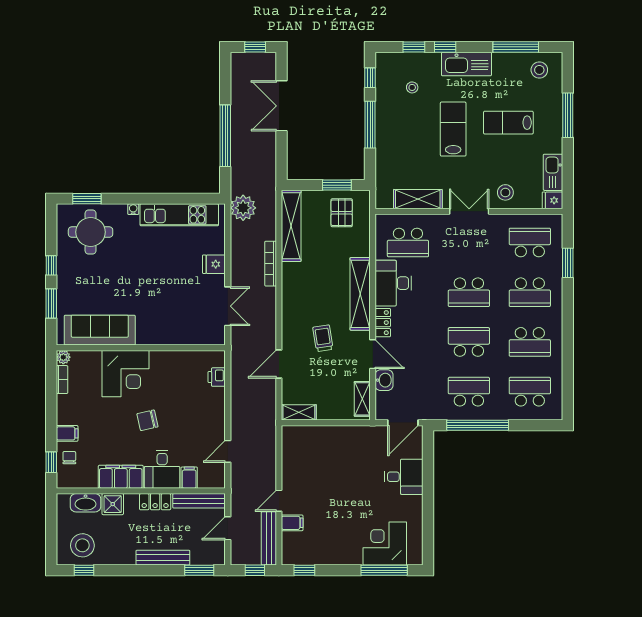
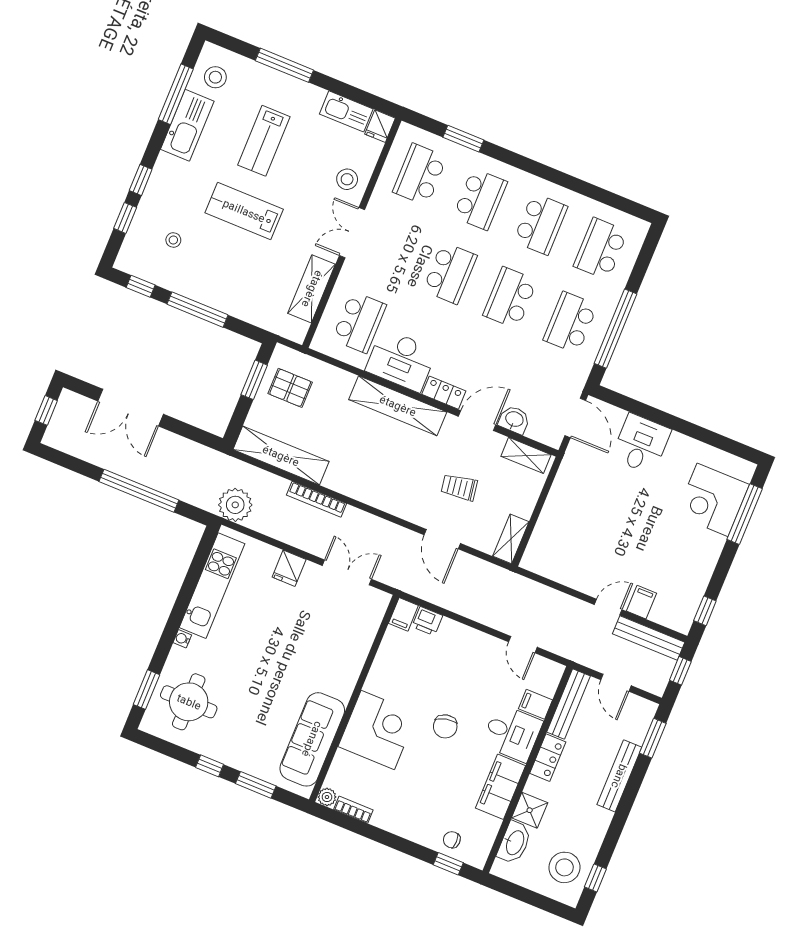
kitchen sink: (466, 64) -> (187, 125), moved
trolley: (323, 338) -> (459, 487), moved
filing cabinet: (67, 433) -> (403, 614), moved, turned 180
door: (279, 501) -> (608, 607), swing flipped

